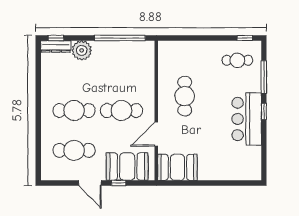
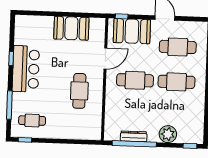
dresser: (56, 46) -> (134, 136), moved
window: (264, 111) -> (11, 58), moved
booth: (177, 167) -> (71, 28), moved
window: (119, 183) -> (122, 16), moved

